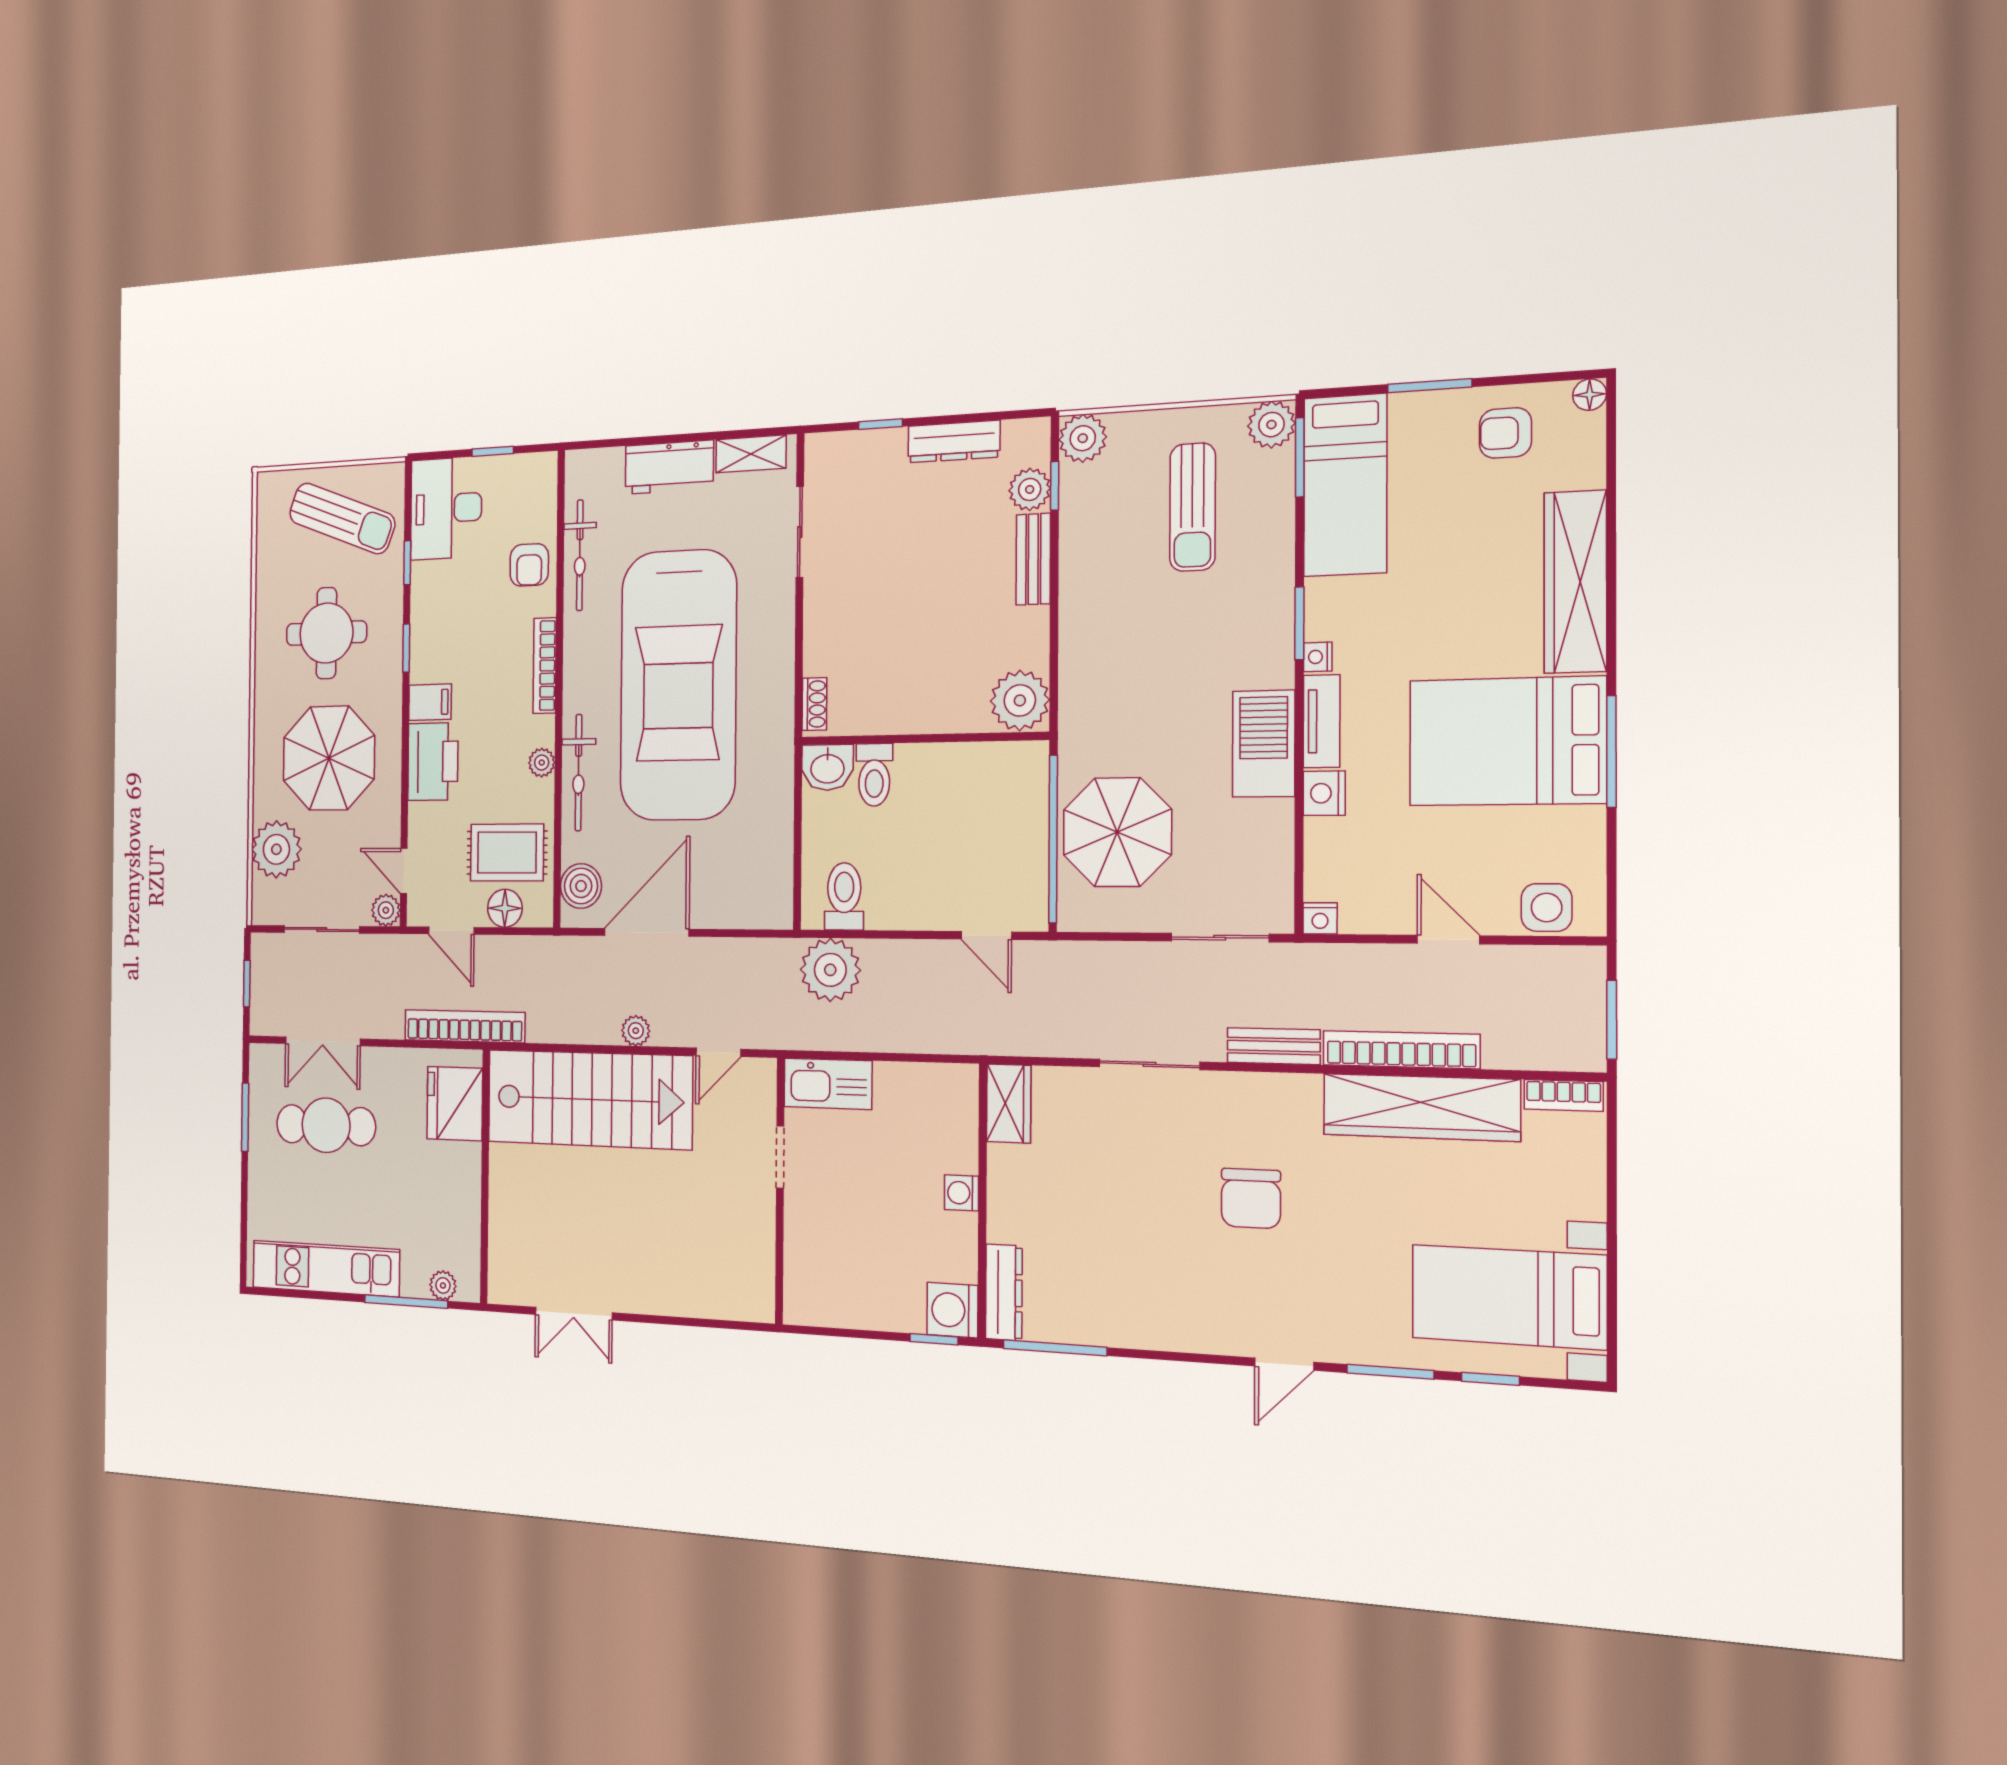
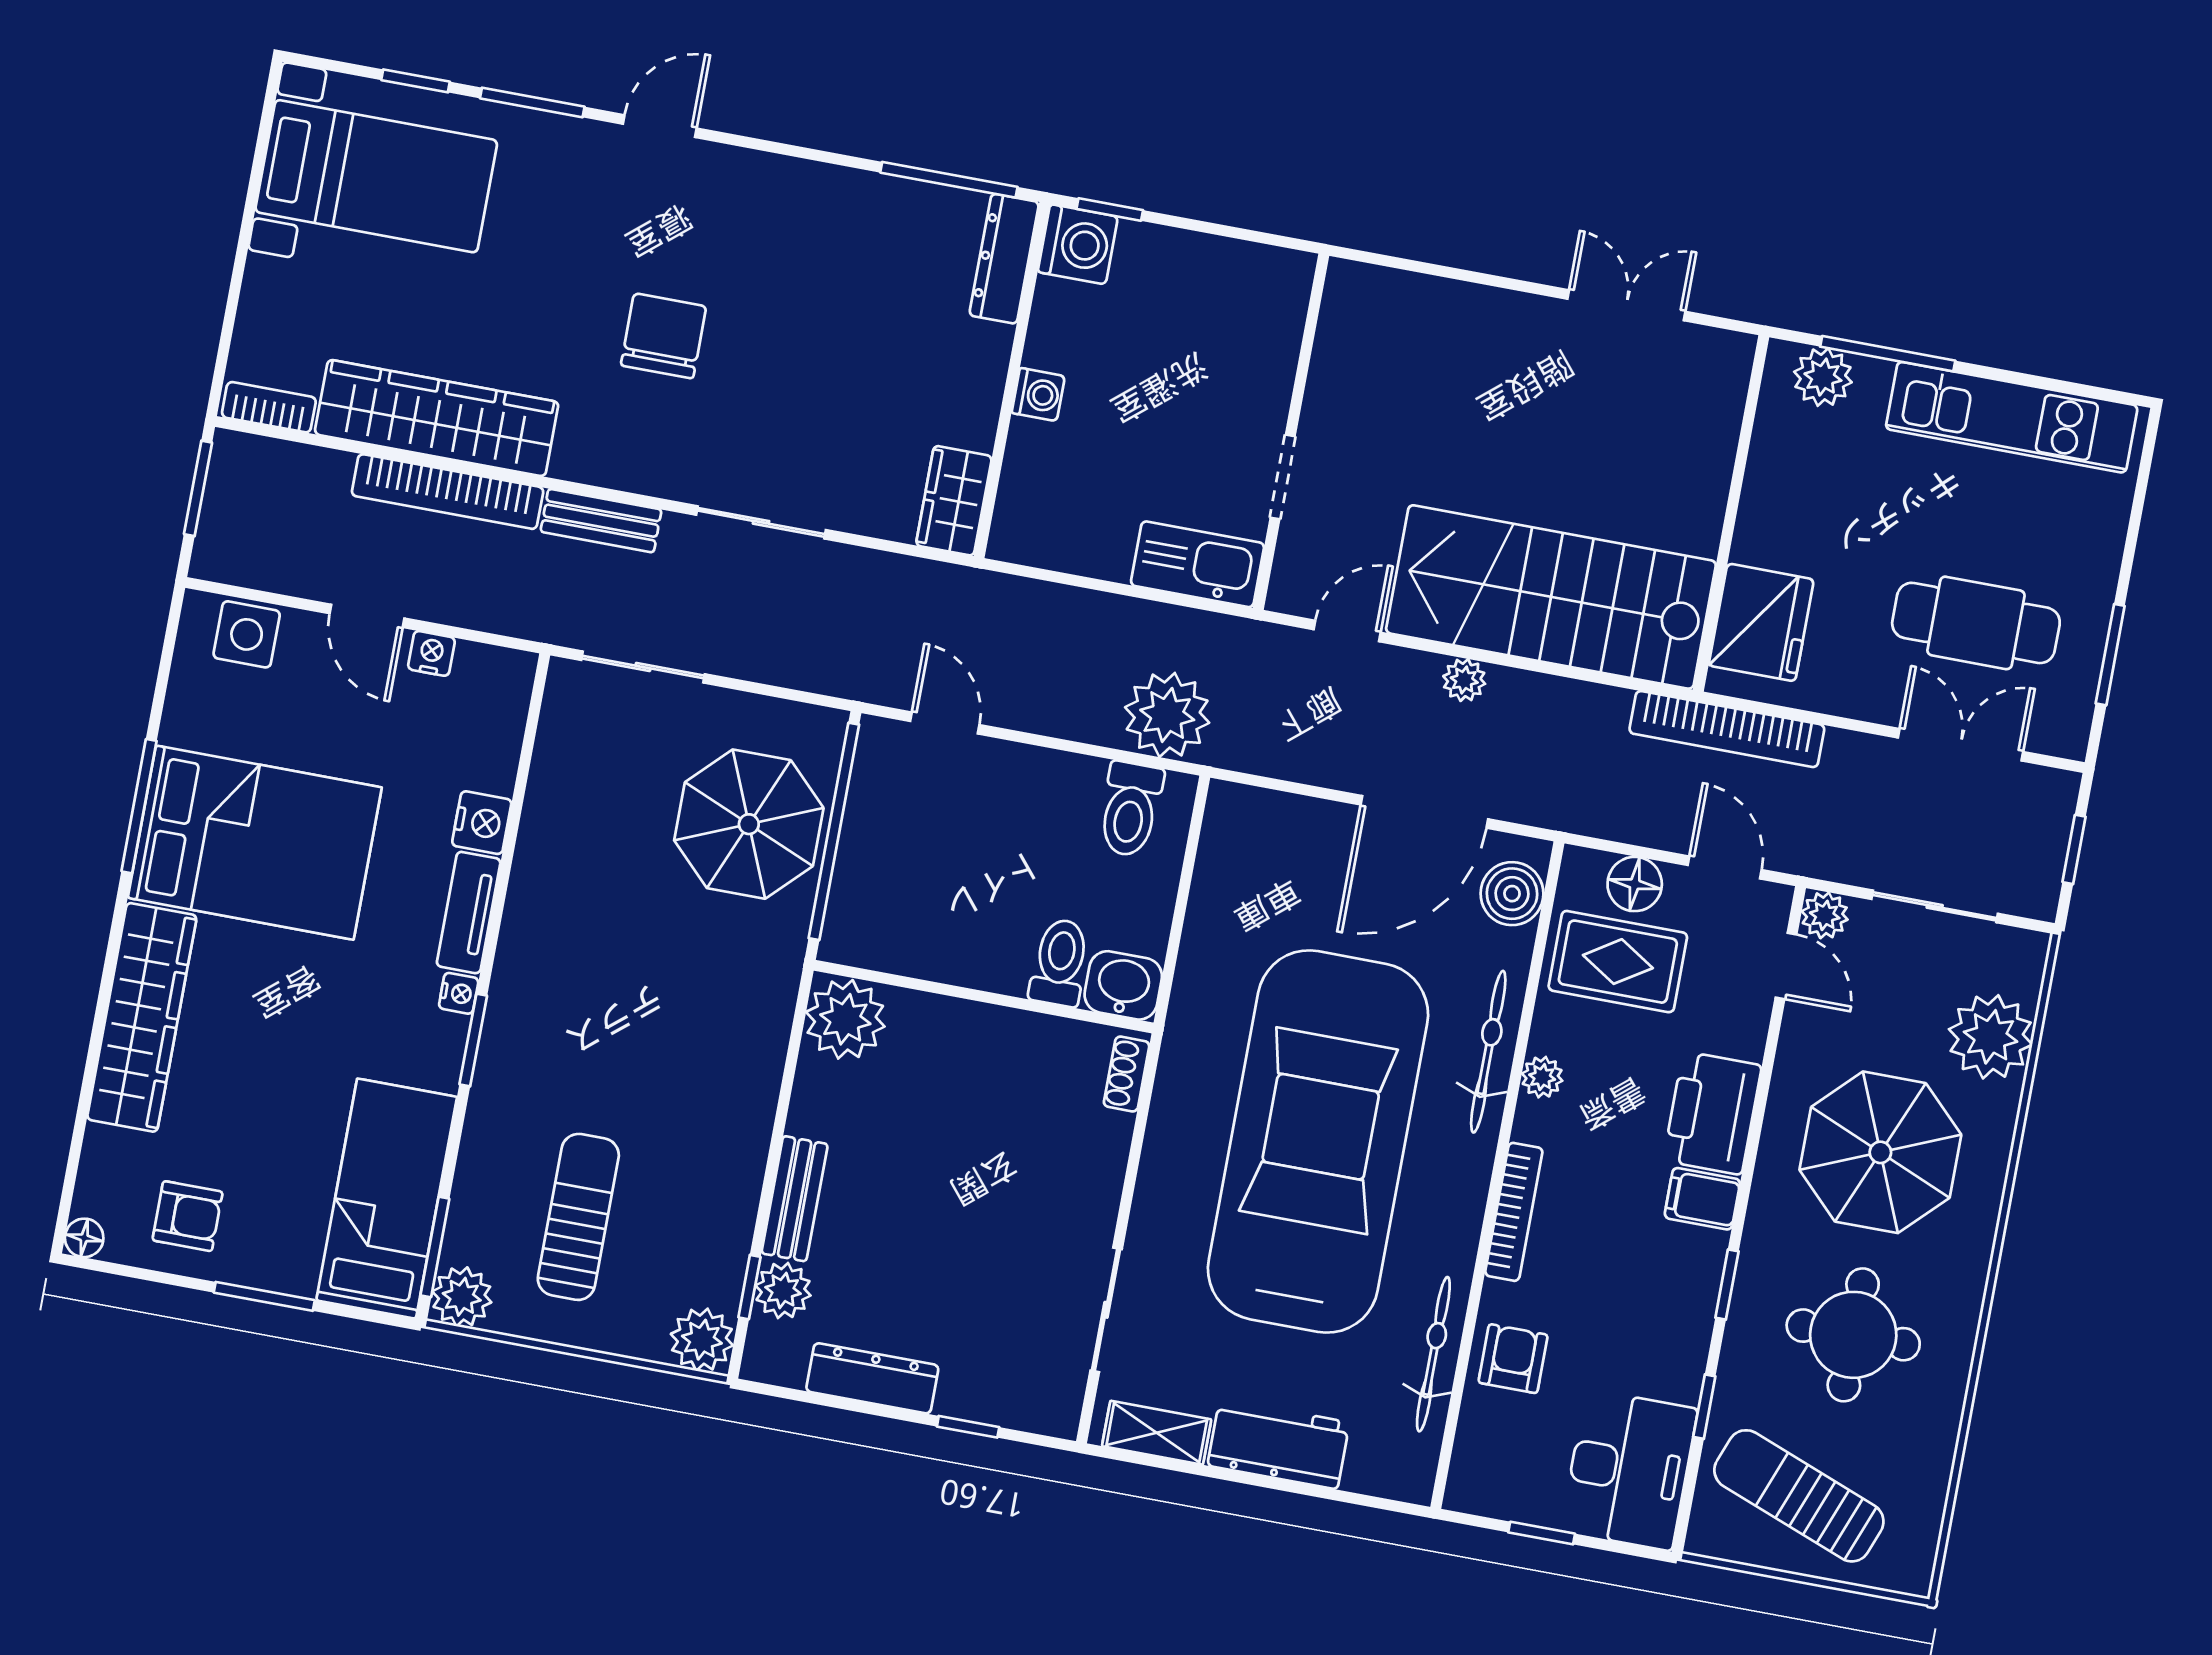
barbecue: (1264, 744) -> (544, 899), removed
nightstand: (1320, 918) -> (431, 653), moved
plant: (443, 1285) -> (1823, 377), width x1.38, depth x1.38

